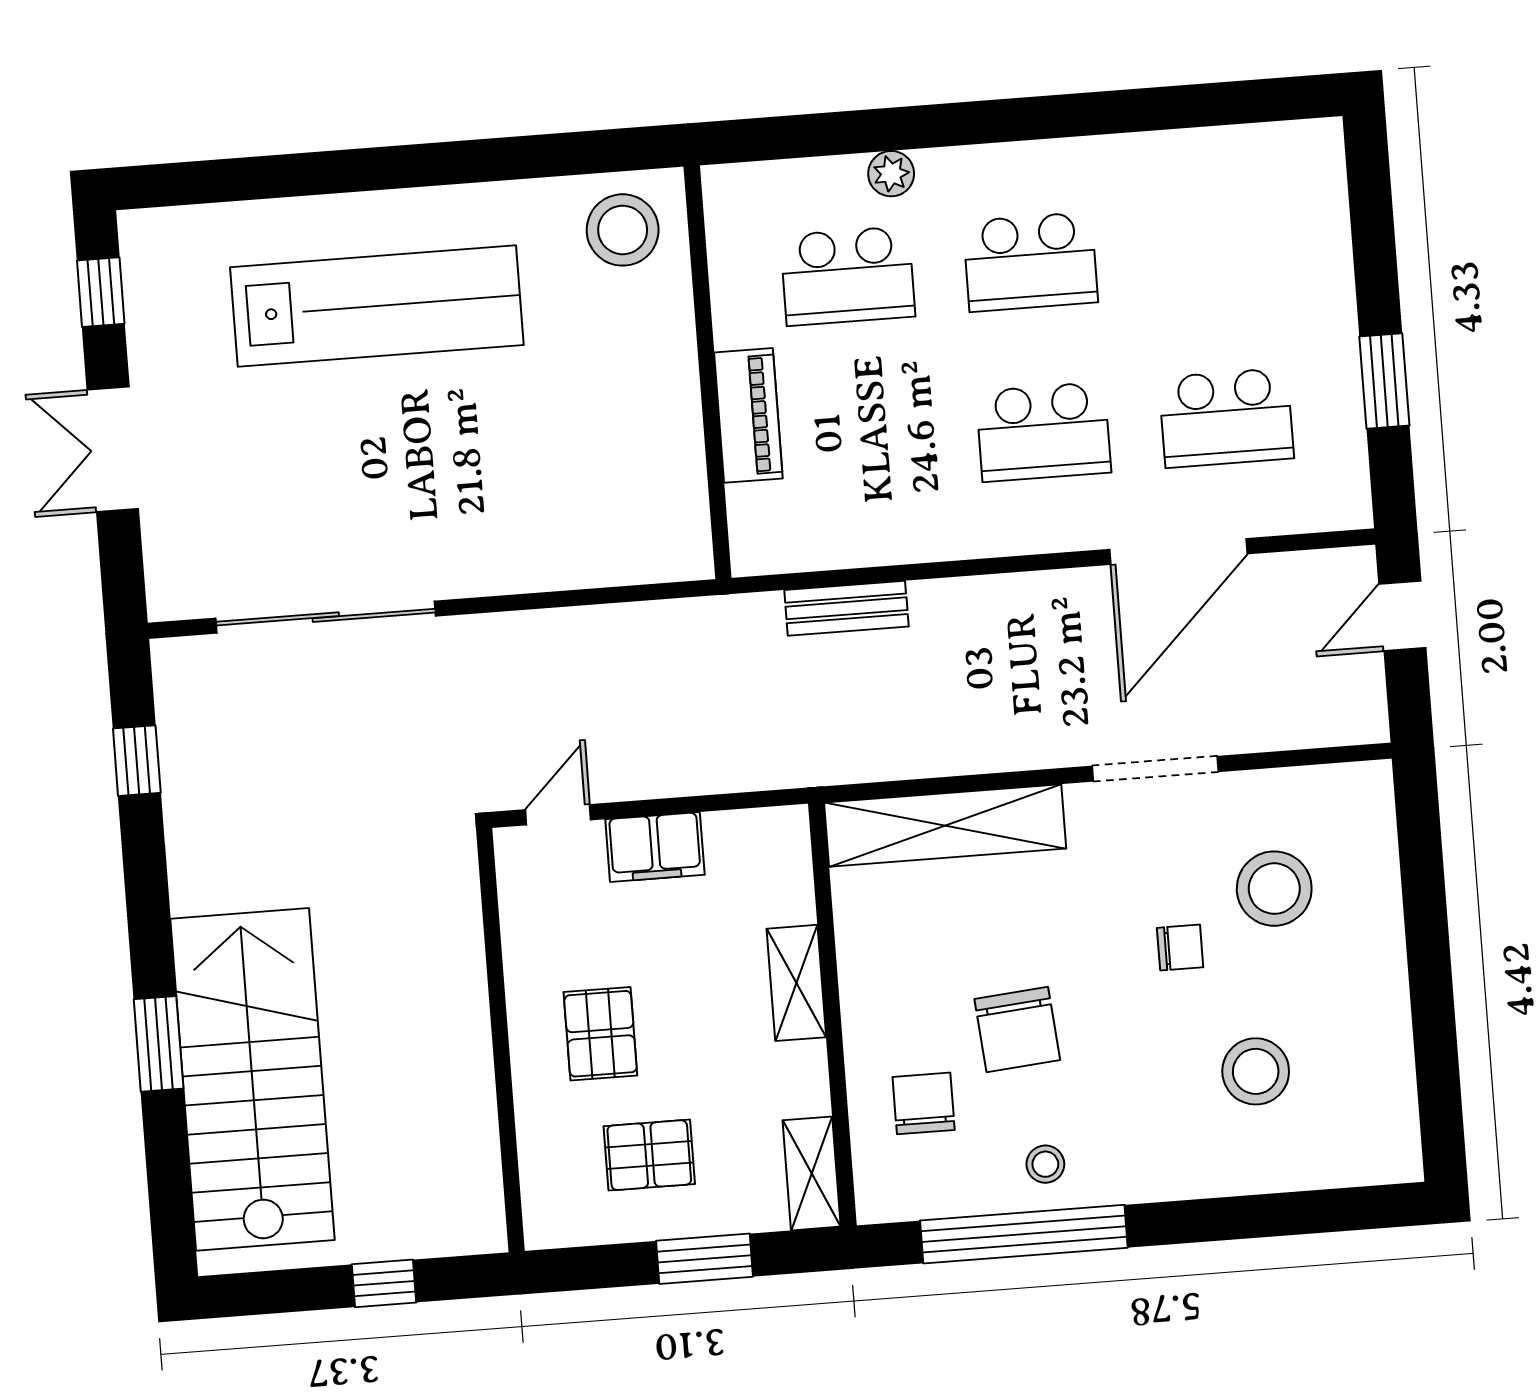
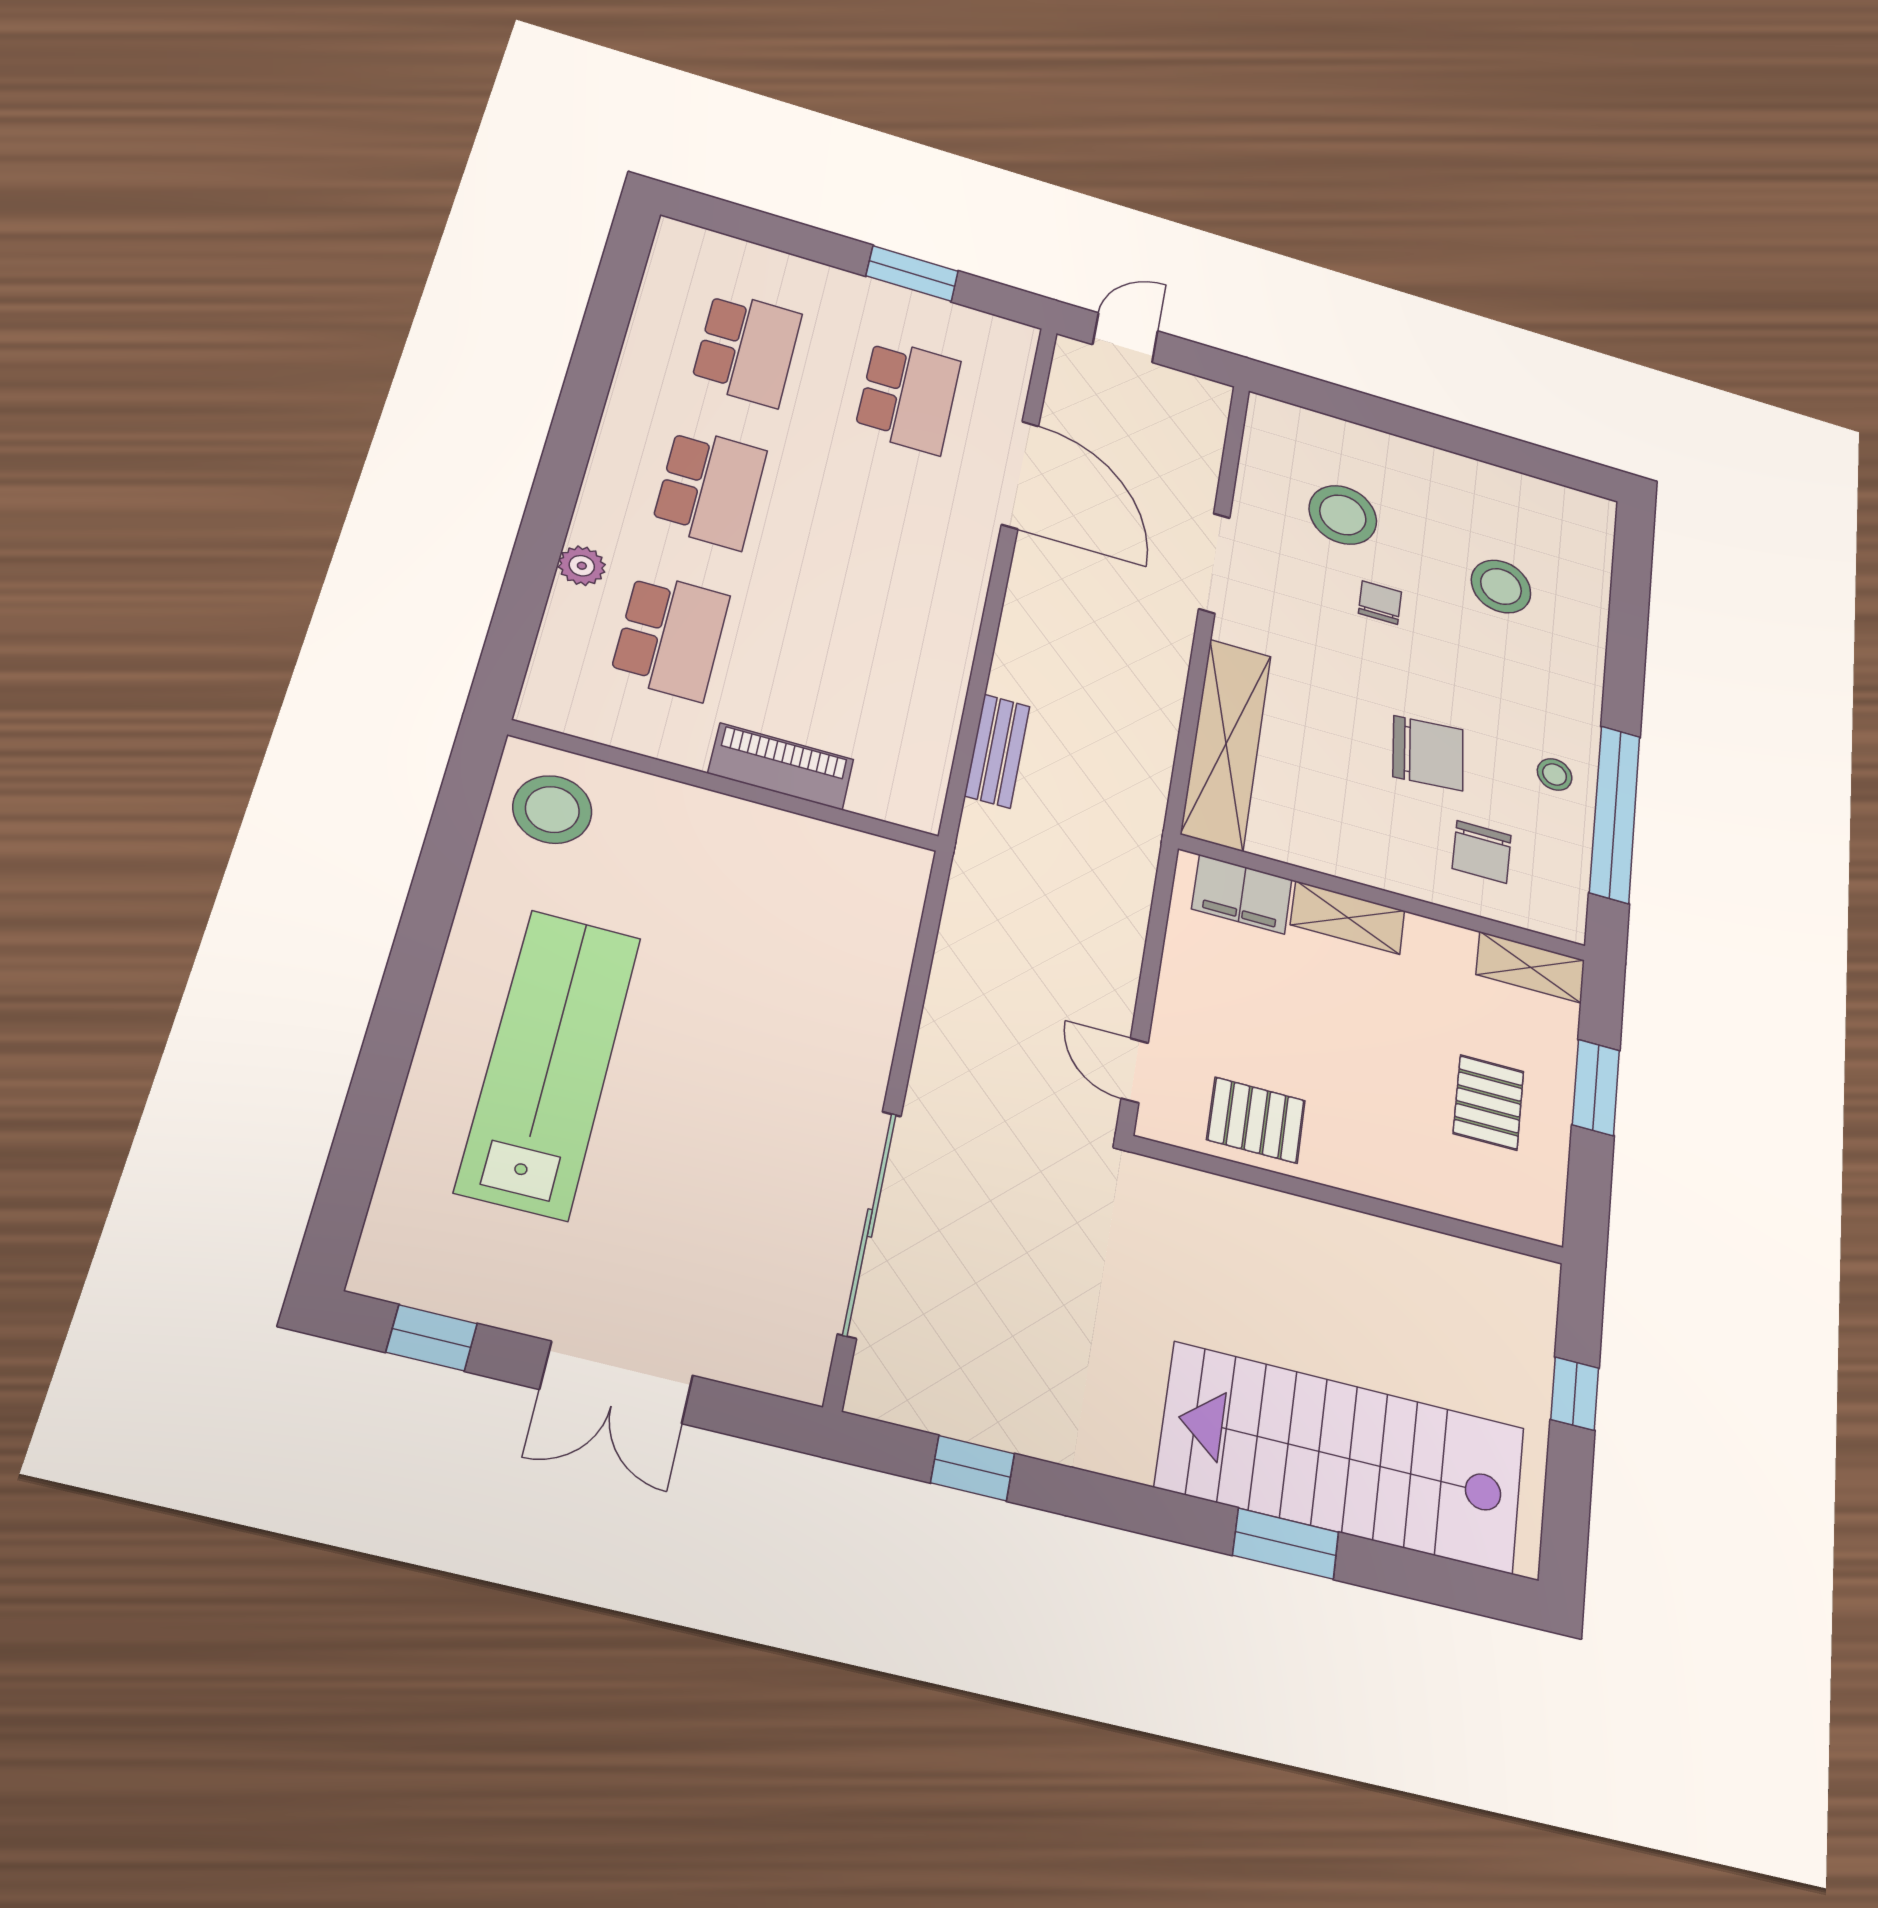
school desk: (1044, 432) -> (747, 349), moved
door: (1402, 616) -> (1125, 338), swing flipped
filing cabinet: (655, 847) -> (1242, 894), moved, turned 90
pallet: (600, 1034) -> (1256, 1120), moved
chair: (924, 1103) -> (1482, 852), turned -90

